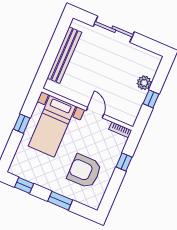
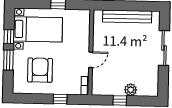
bed with nightstands: (52, 126) -> (38, 29), moved, turned 180
window: (24, 185) -> (9, 37), moved

